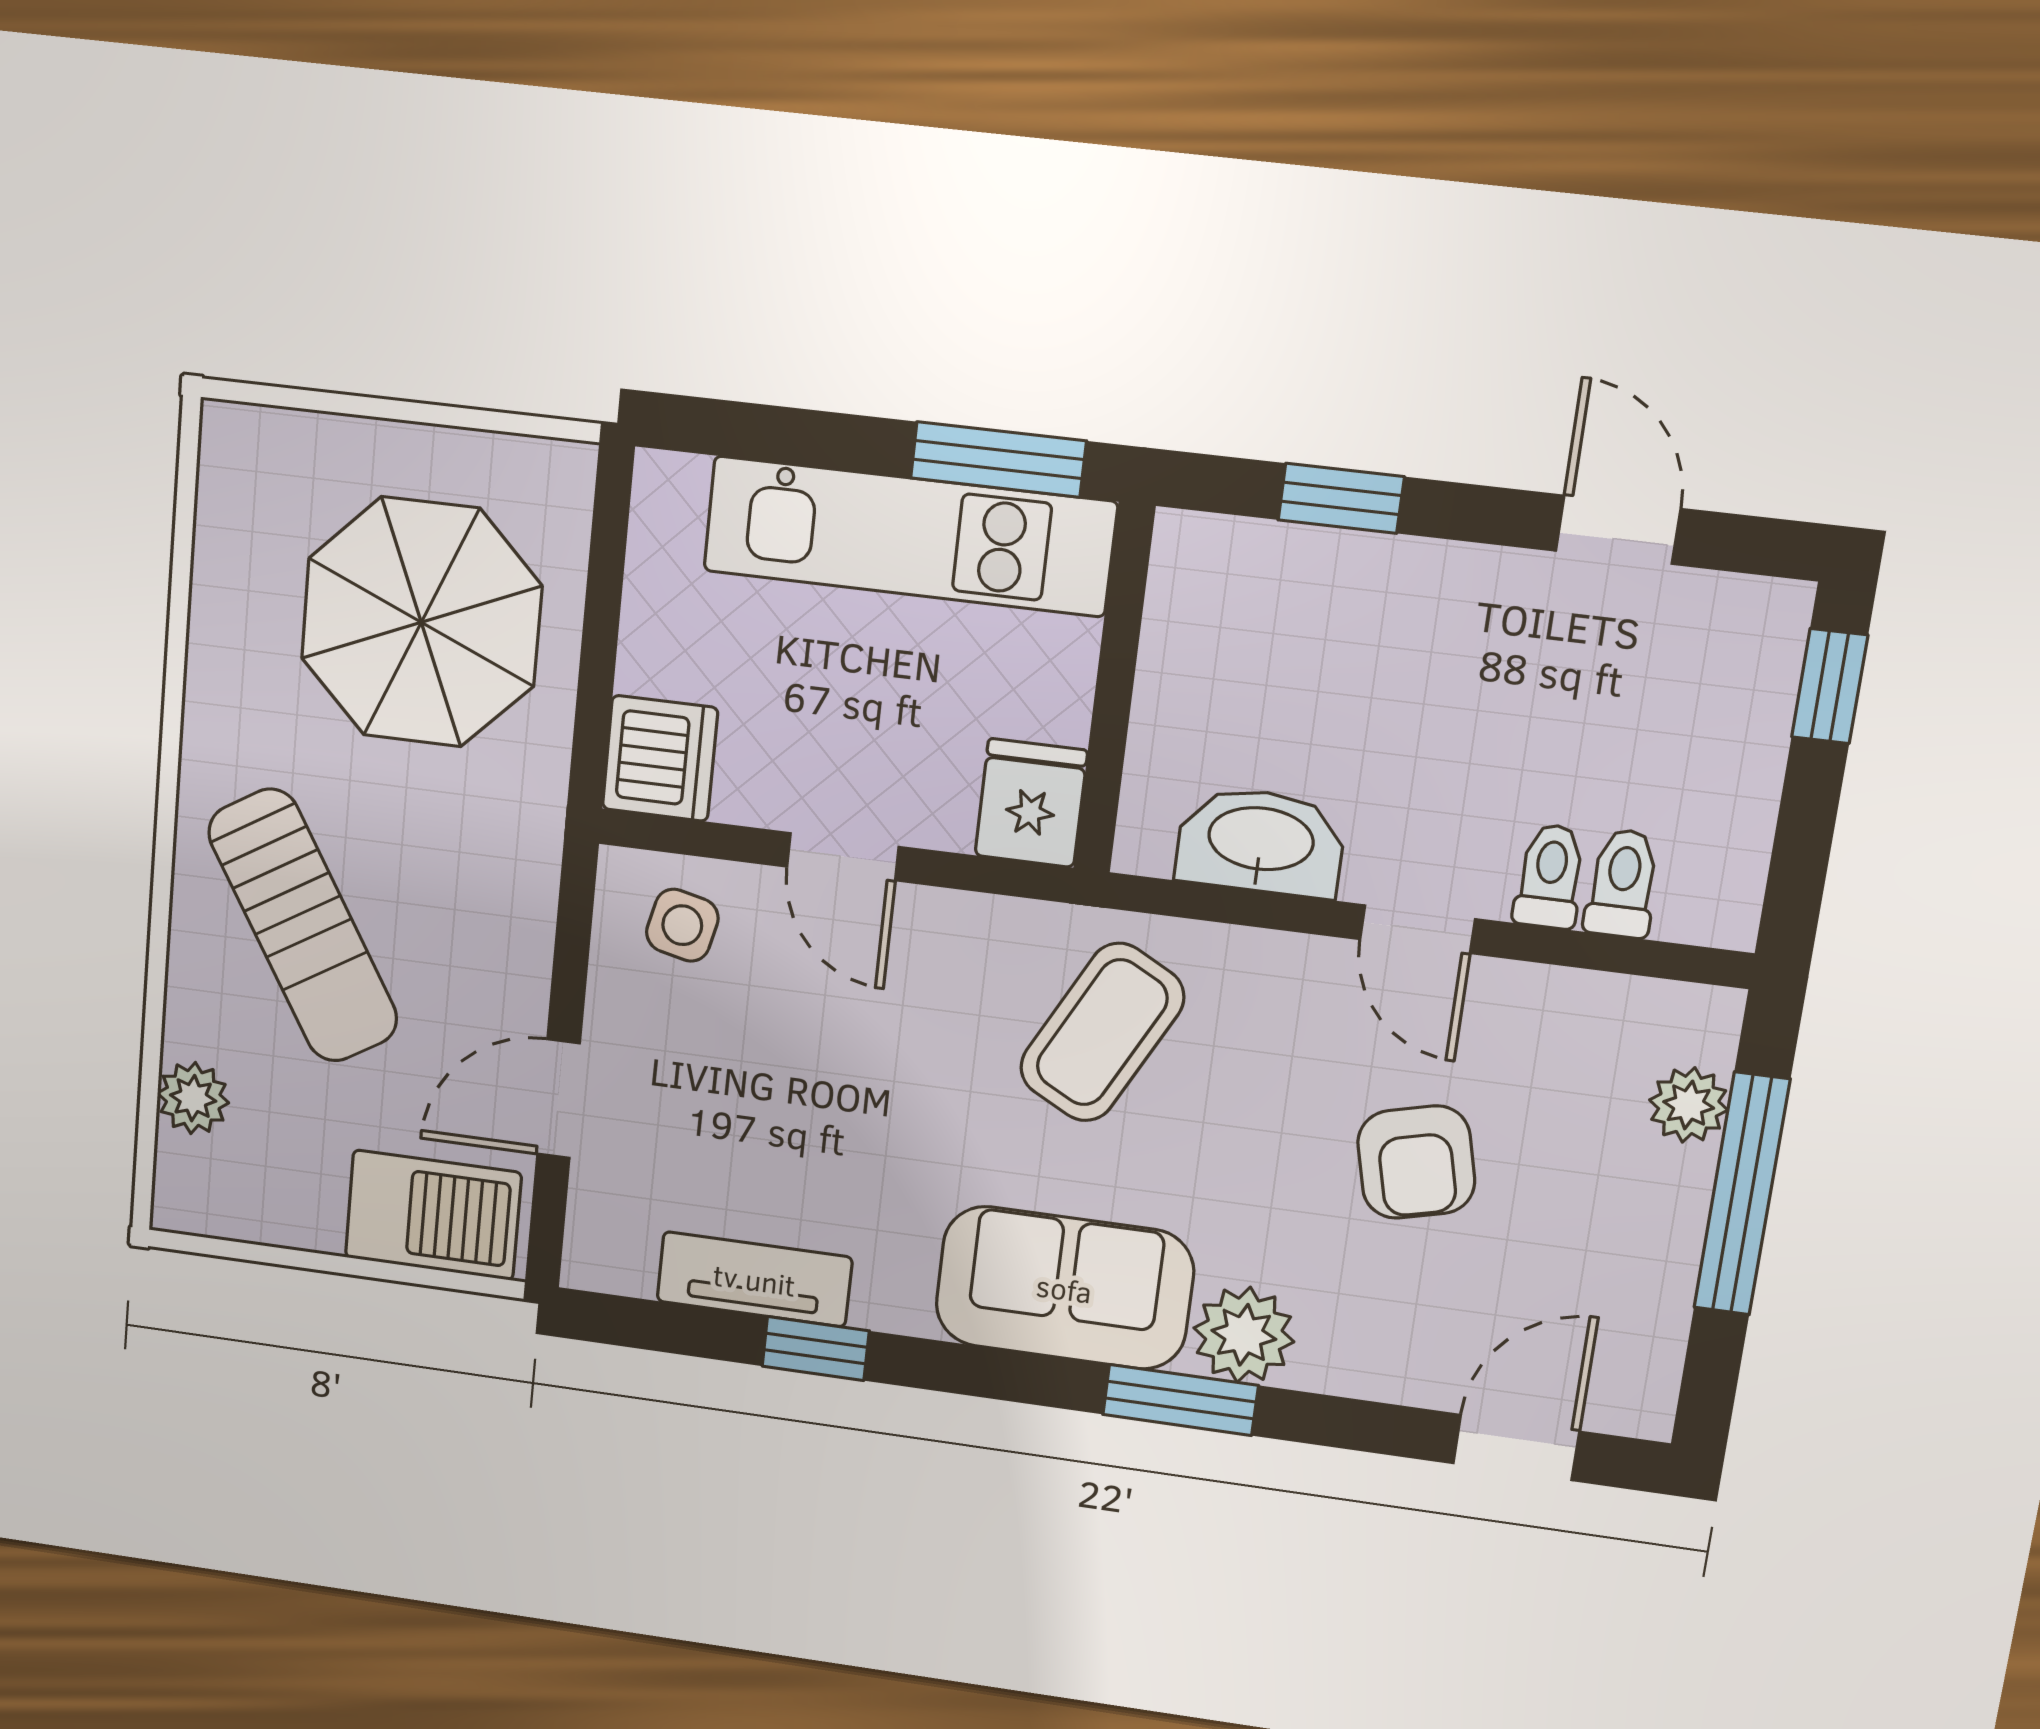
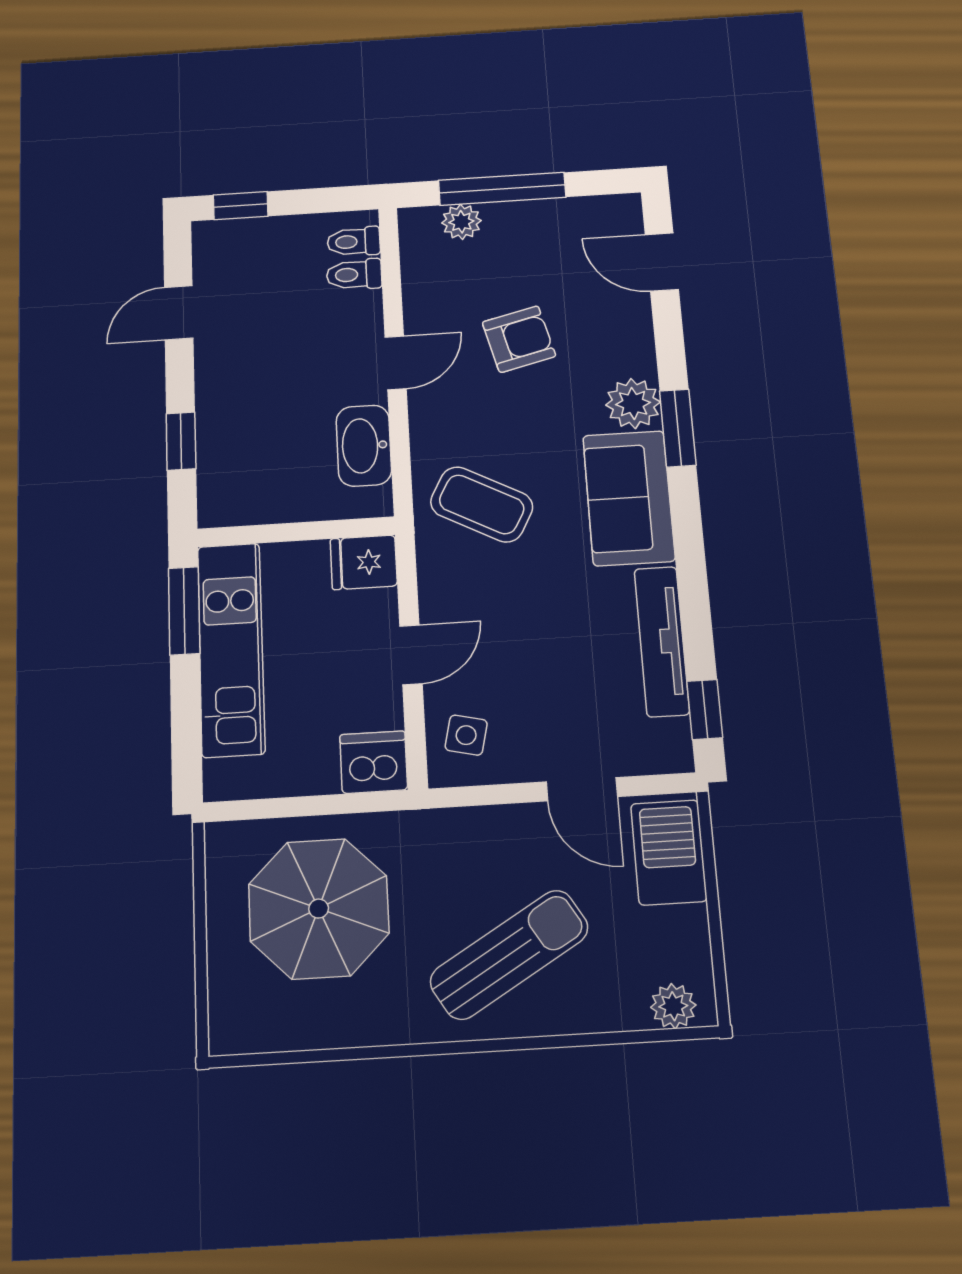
toilet: (1550, 876) -> (354, 242), moved
plant: (193, 1098) -> (673, 1006), moved
tv unit: (754, 1279) -> (662, 641), width x1.41
window: (816, 1348) -> (705, 709), moved

